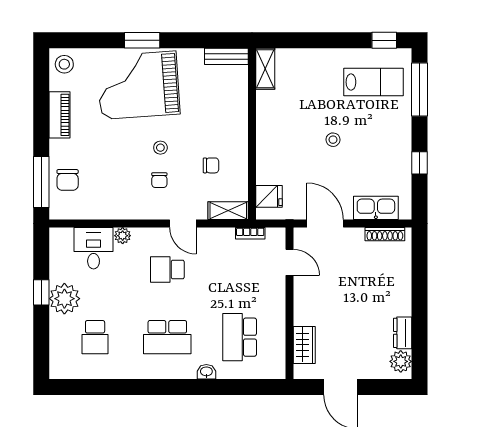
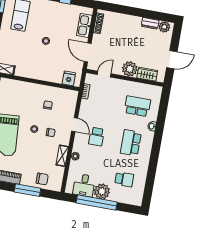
window: (41, 182) -> (27, 190), moved
shelving: (228, 211) -> (62, 156), moved
door: (183, 224) -> (75, 125), hinge flipped
door: (325, 224) -> (88, 53), hinge flipped
desk: (94, 248) -> (84, 185), moved, turned -90
window: (41, 292) -> (97, 203), width x3.17
plant: (308, 310) -> (130, 69), added
school desk: (167, 337) -> (131, 143), turned 180
school desk: (240, 337) -> (137, 106), turned 180

